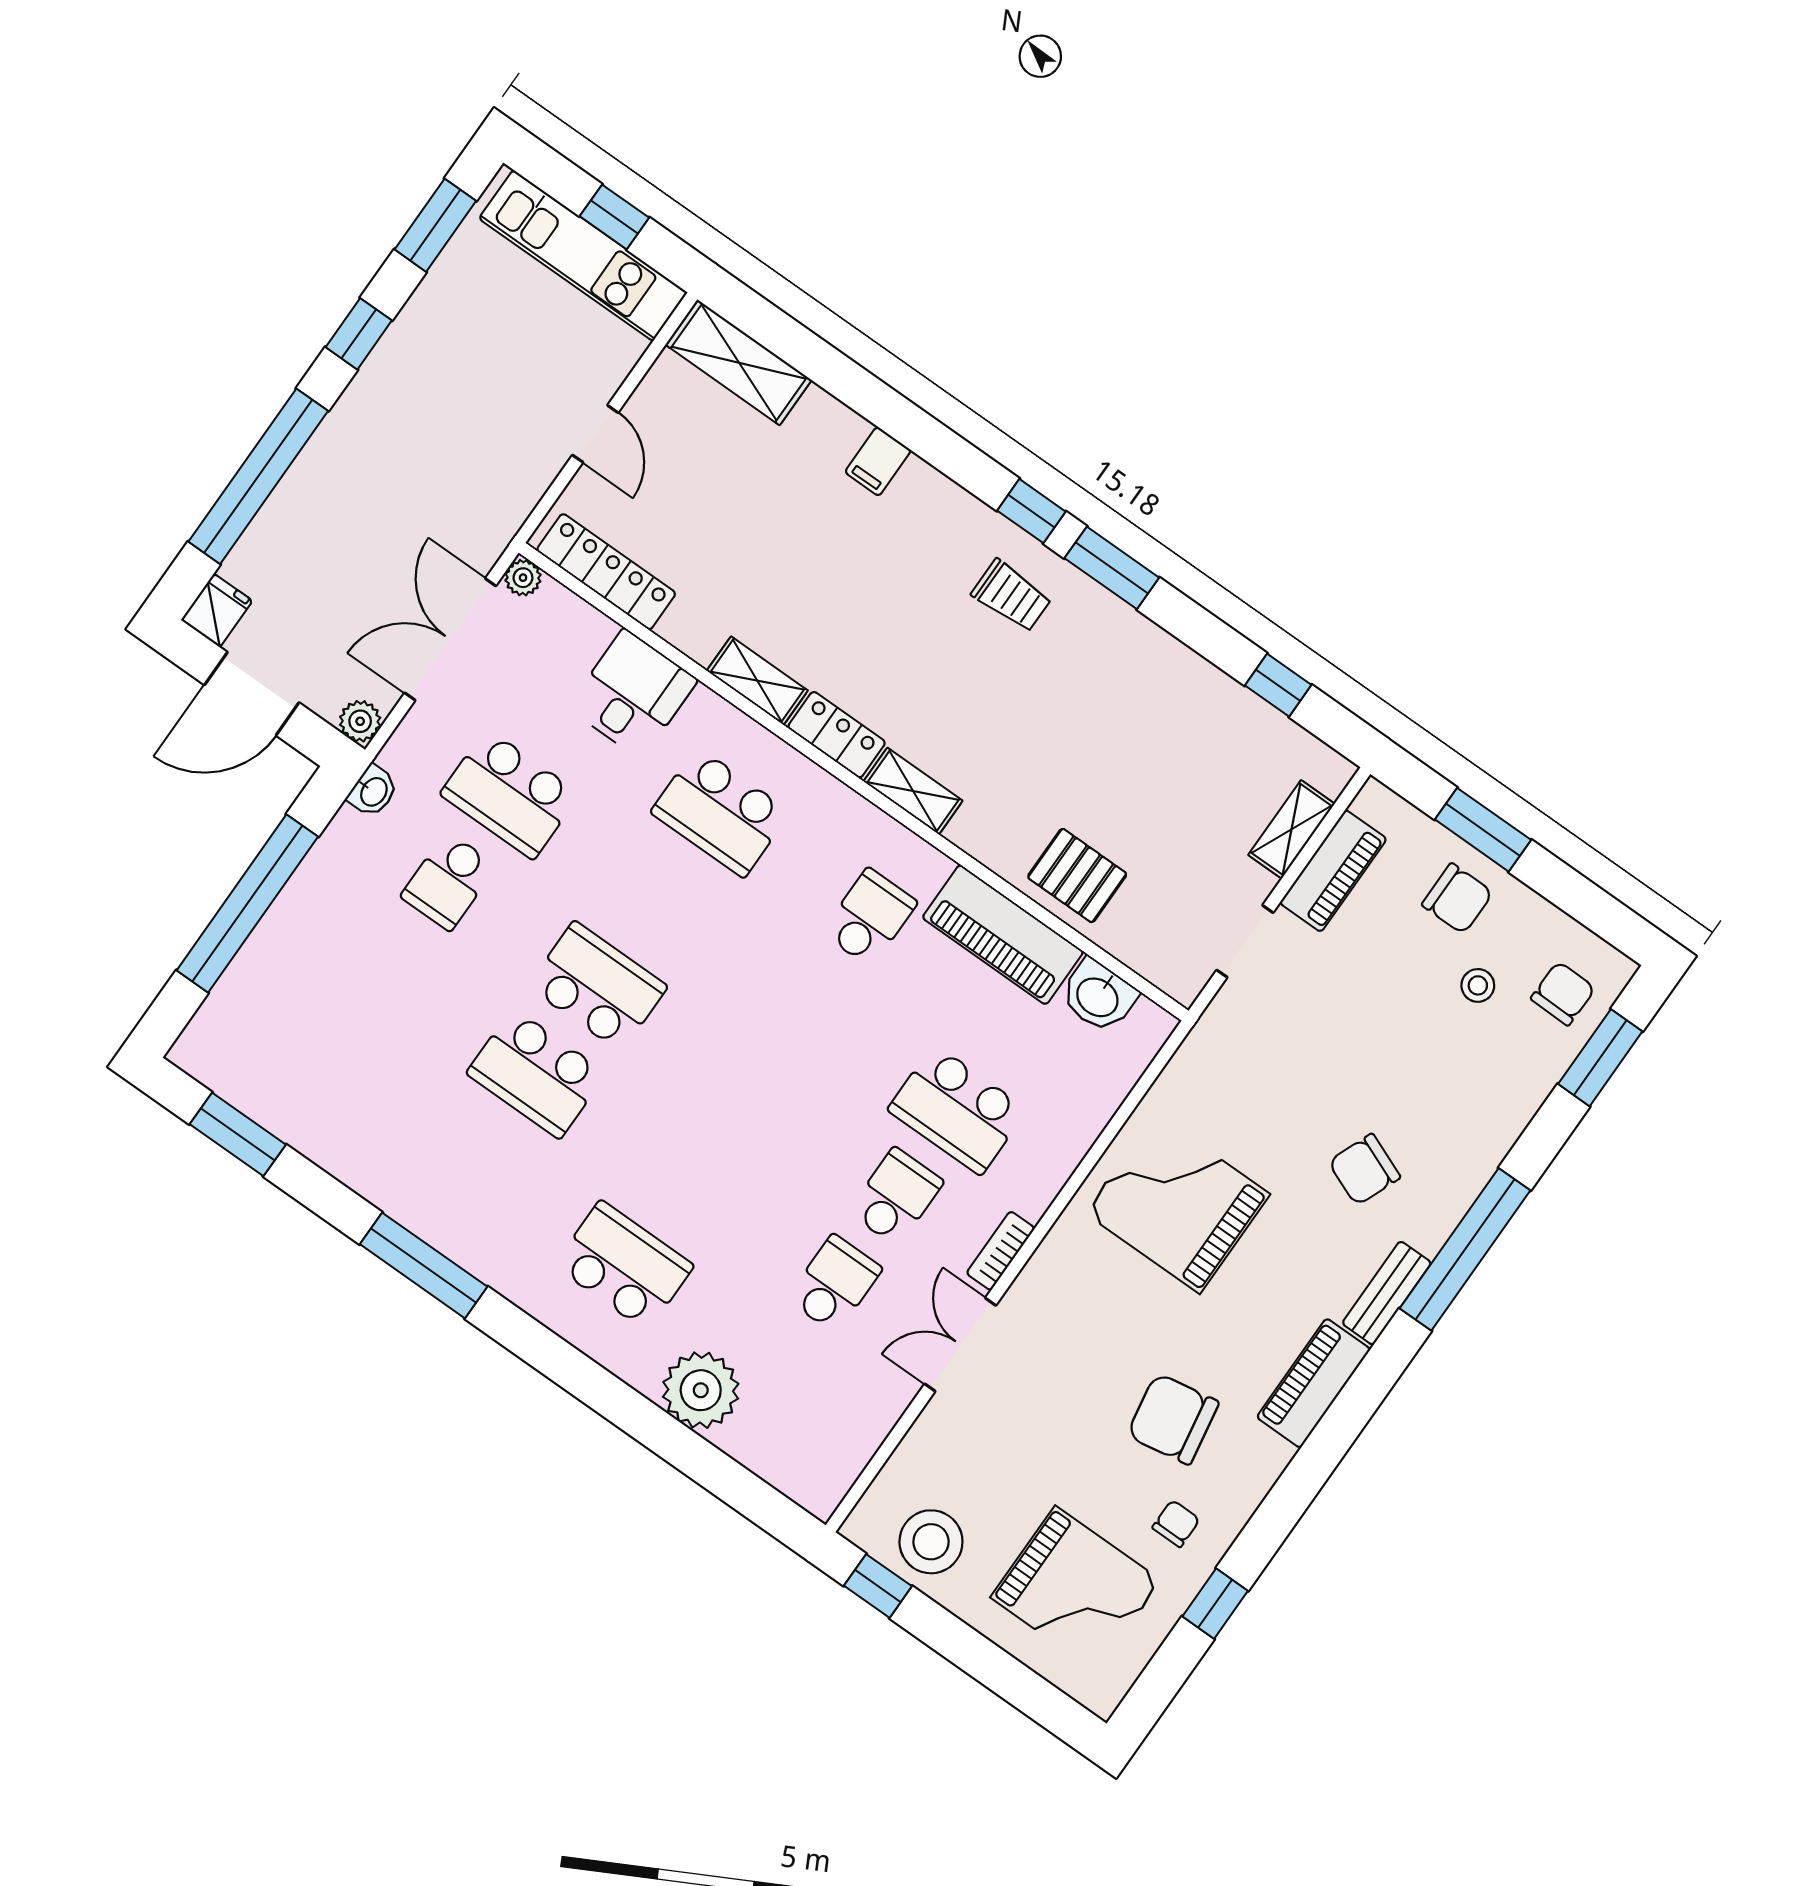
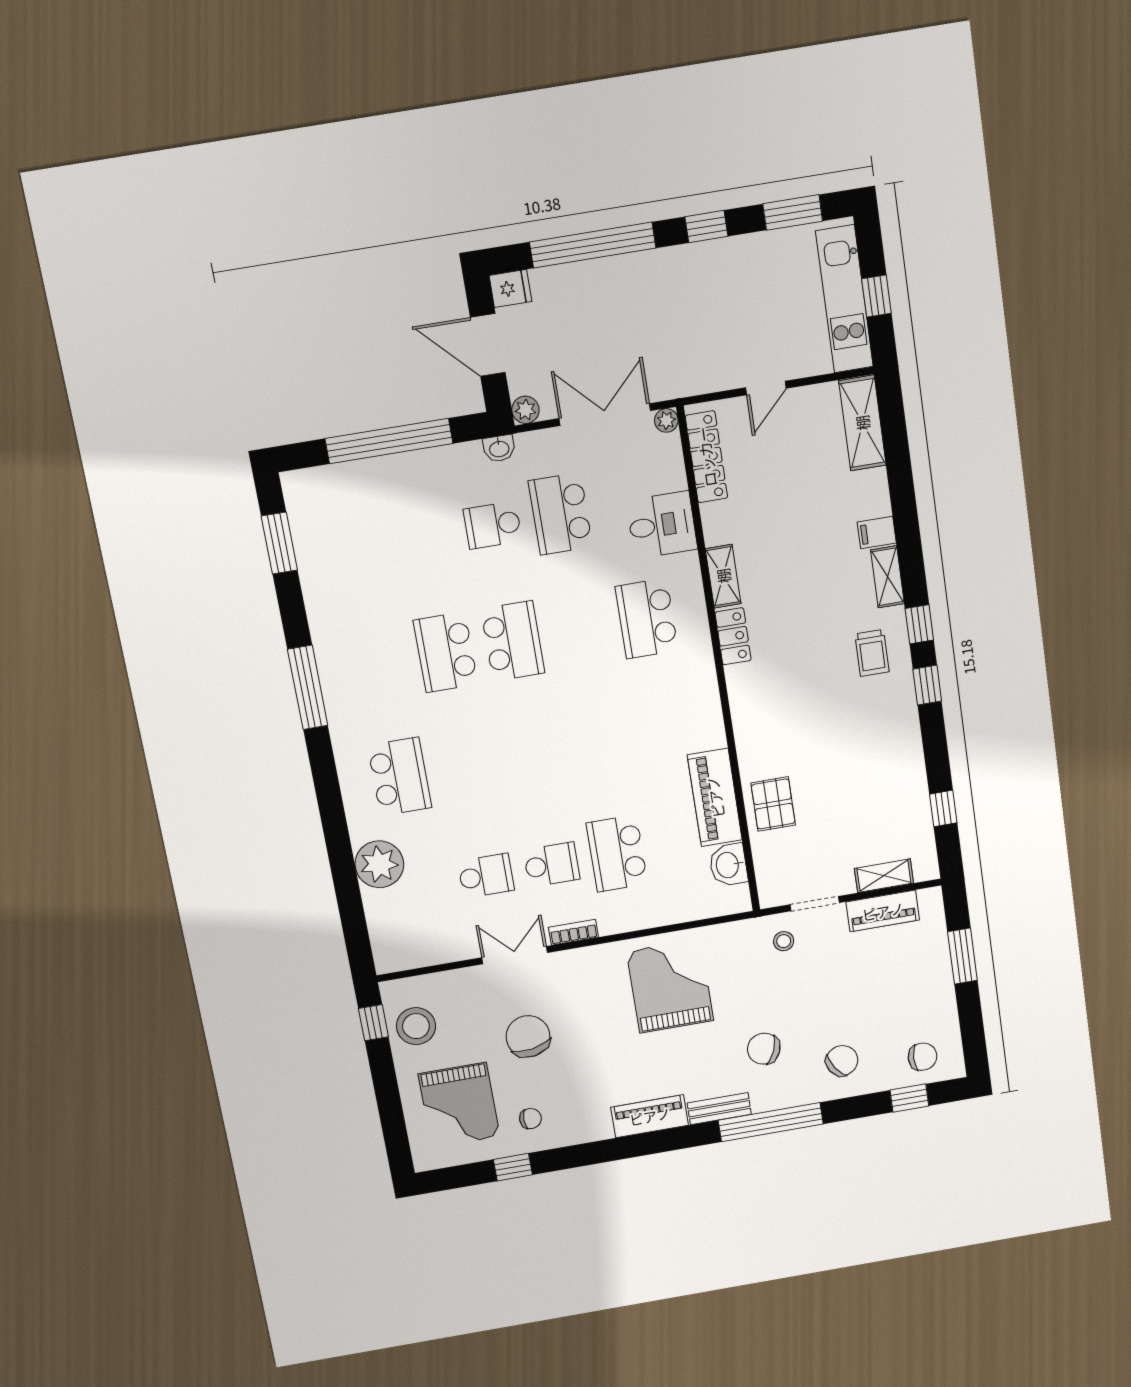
window: (1112, 568) -> (927, 685), width x0.67
shelving: (913, 791) -> (887, 577), moved
chair: (1457, 899) -> (842, 1061), moved, turned -123
school desk: (870, 917) -> (665, 732), removed
stool: (1478, 985) -> (784, 941), moved
window: (1600, 1058) -> (909, 1098), width x0.67
chair: (1173, 1419) -> (528, 1036), moved

